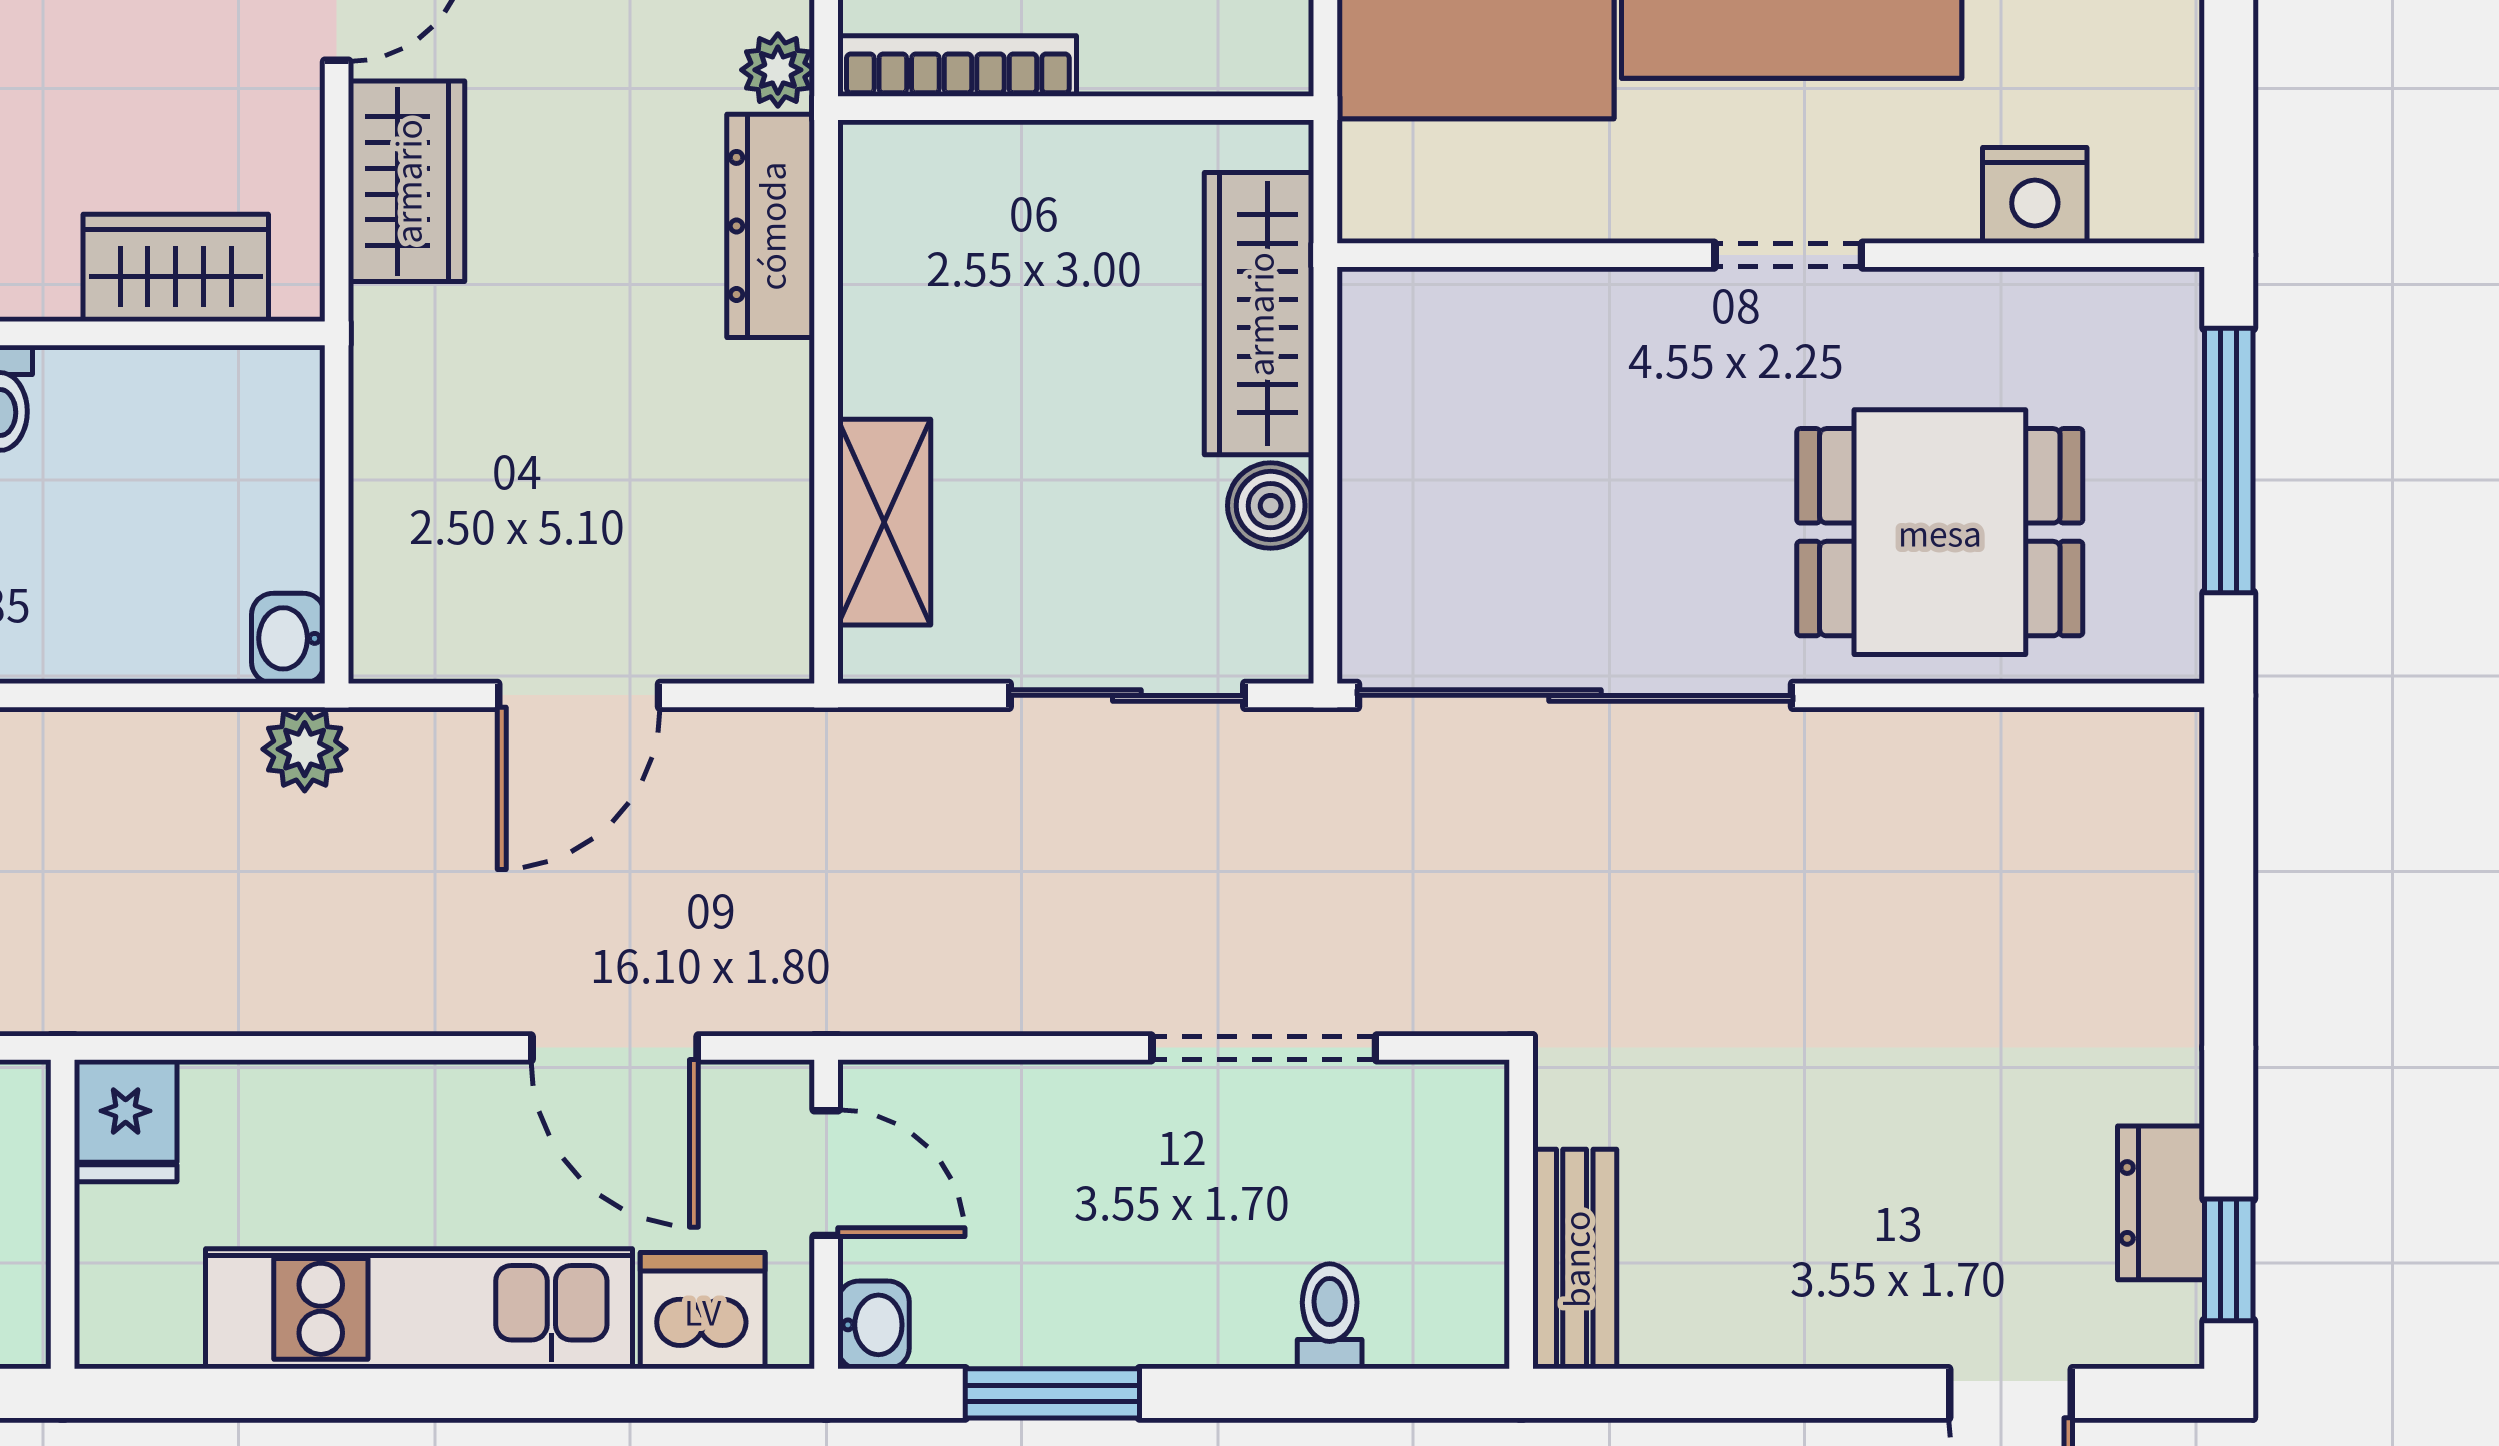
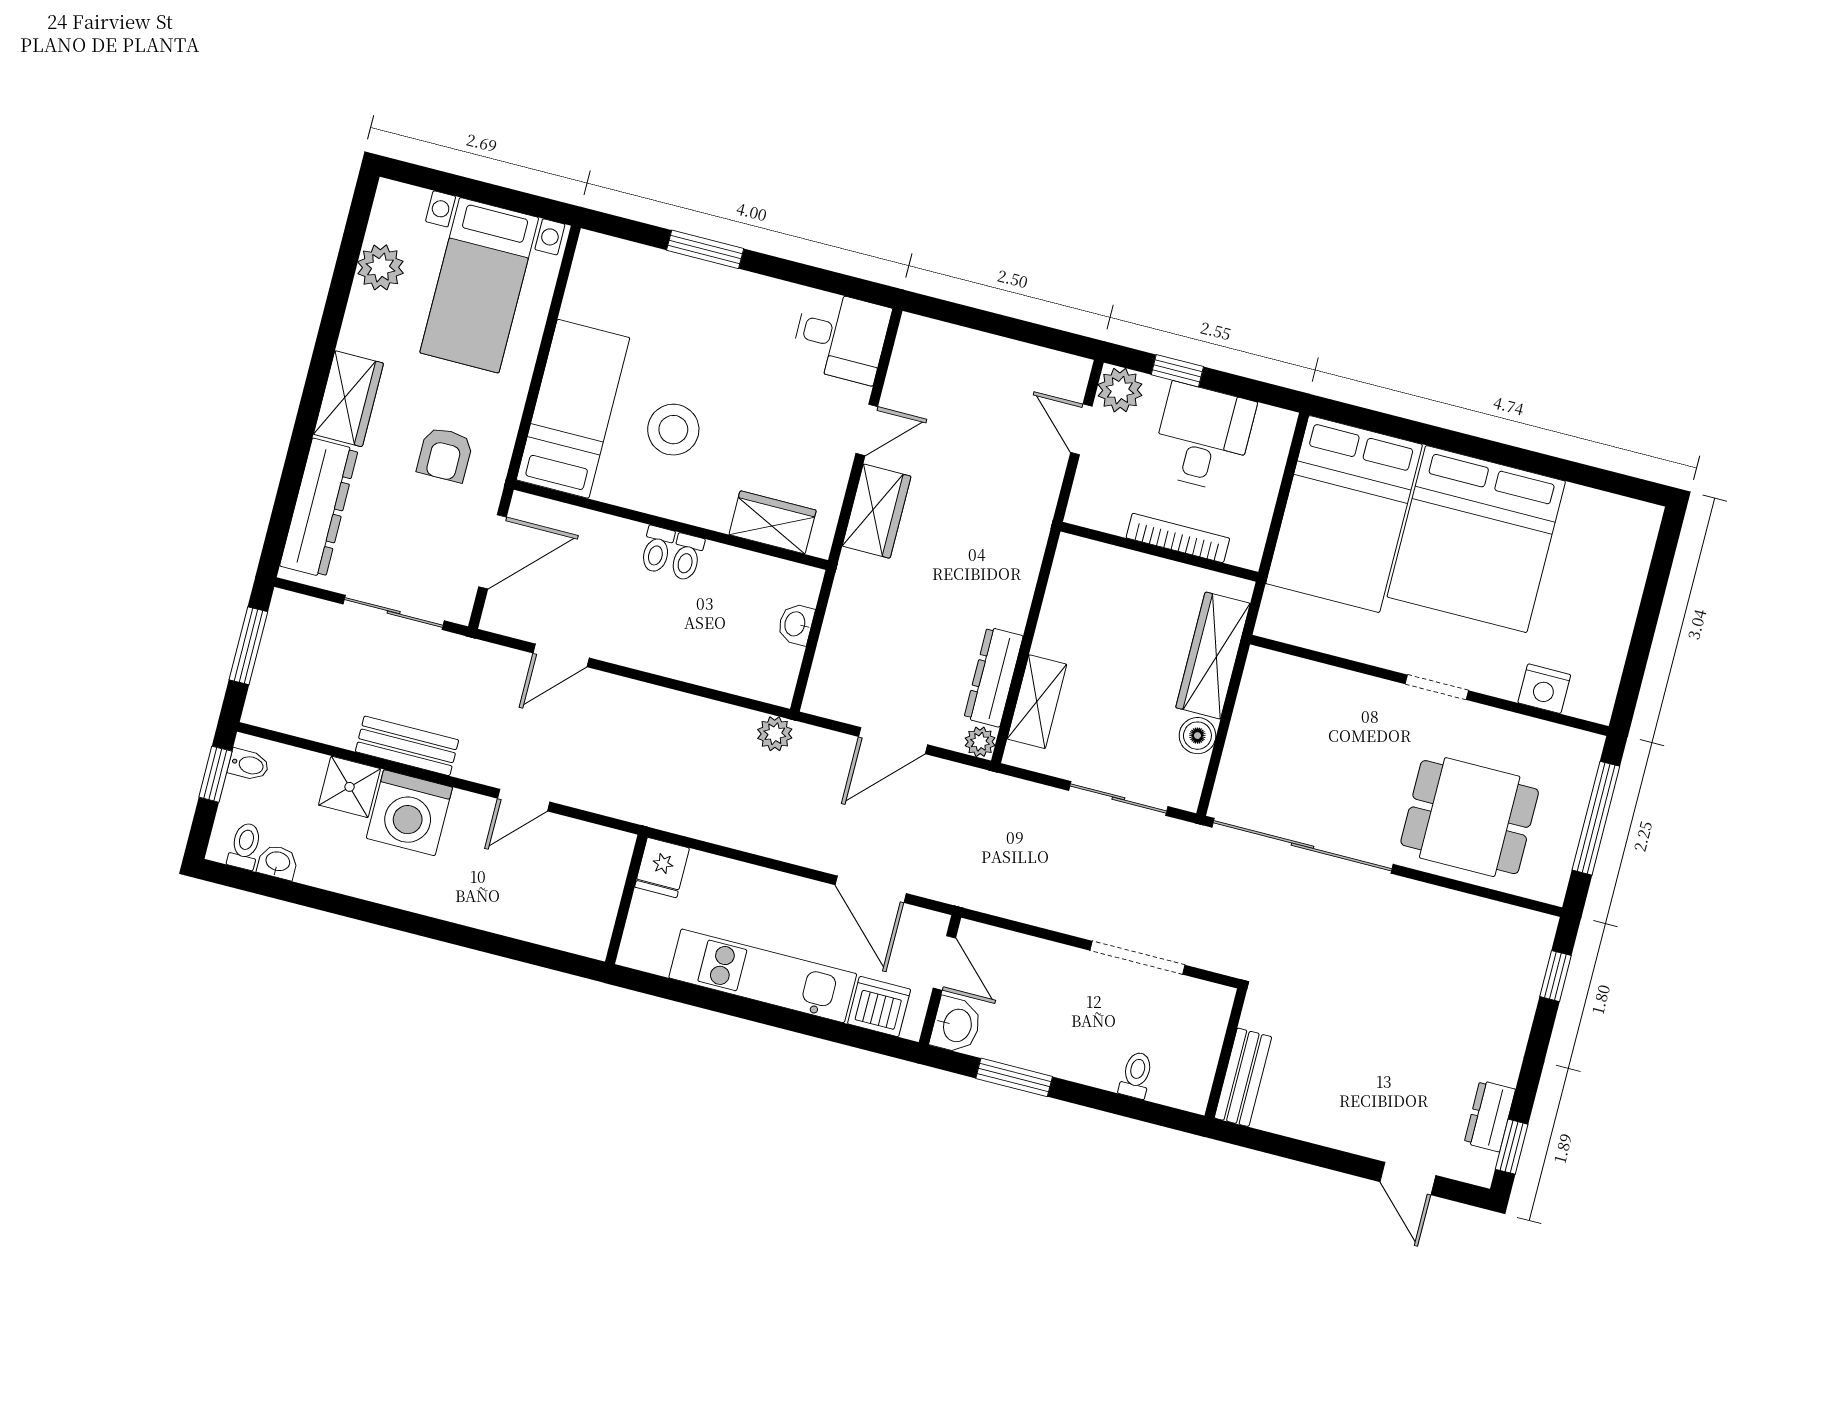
bookcase: (958, 66) -> (1178, 538), moved
plant: (778, 70) -> (980, 742), moved
dresser: (771, 226) -> (993, 677), moved
washbasin: (288, 638) -> (796, 624), moved
window: (2229, 845) -> (1555, 976), added
washbasin: (873, 1325) -> (956, 1025), width x1.38, depth x1.45

